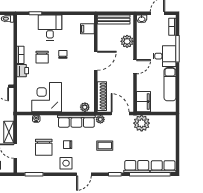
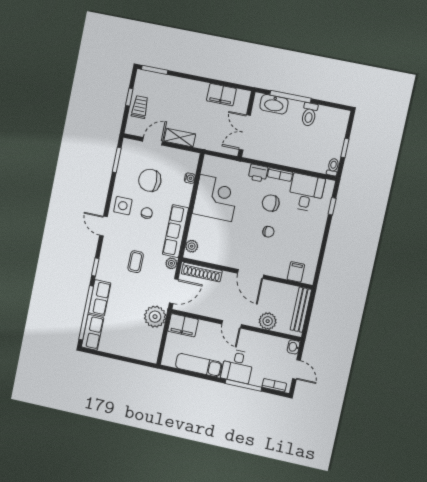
desk: (50, 28) -> (306, 193), moved, turned -90

